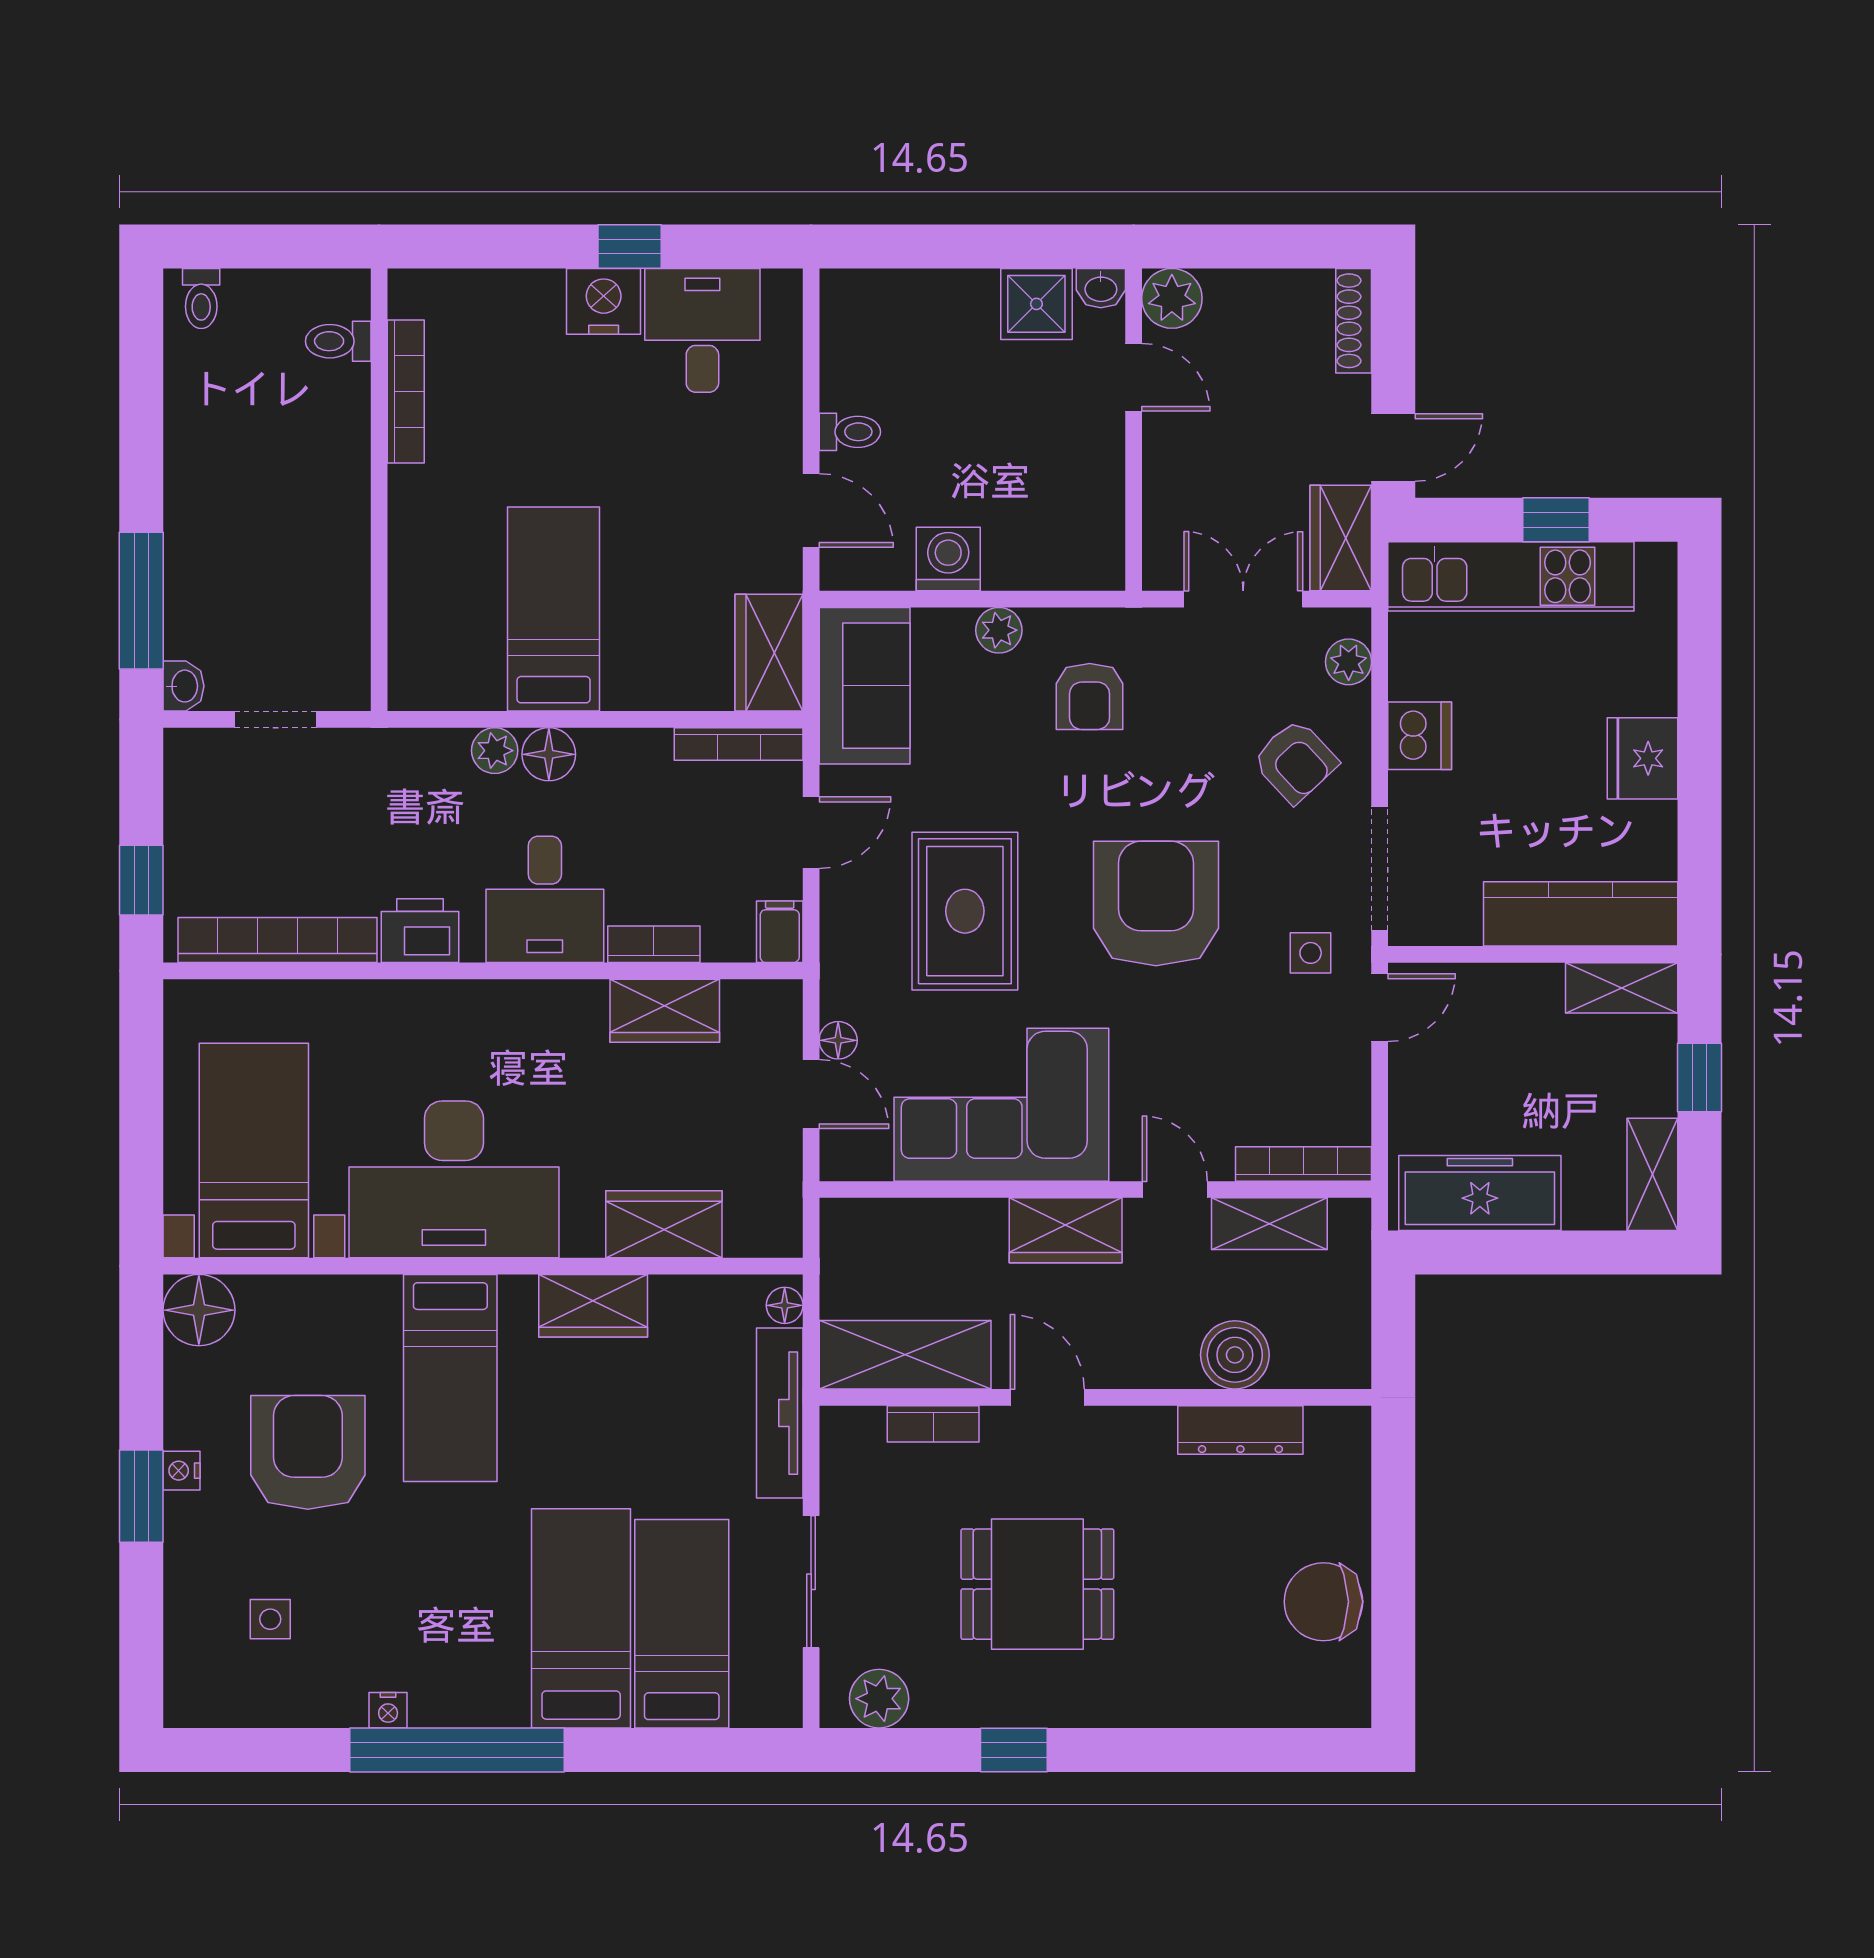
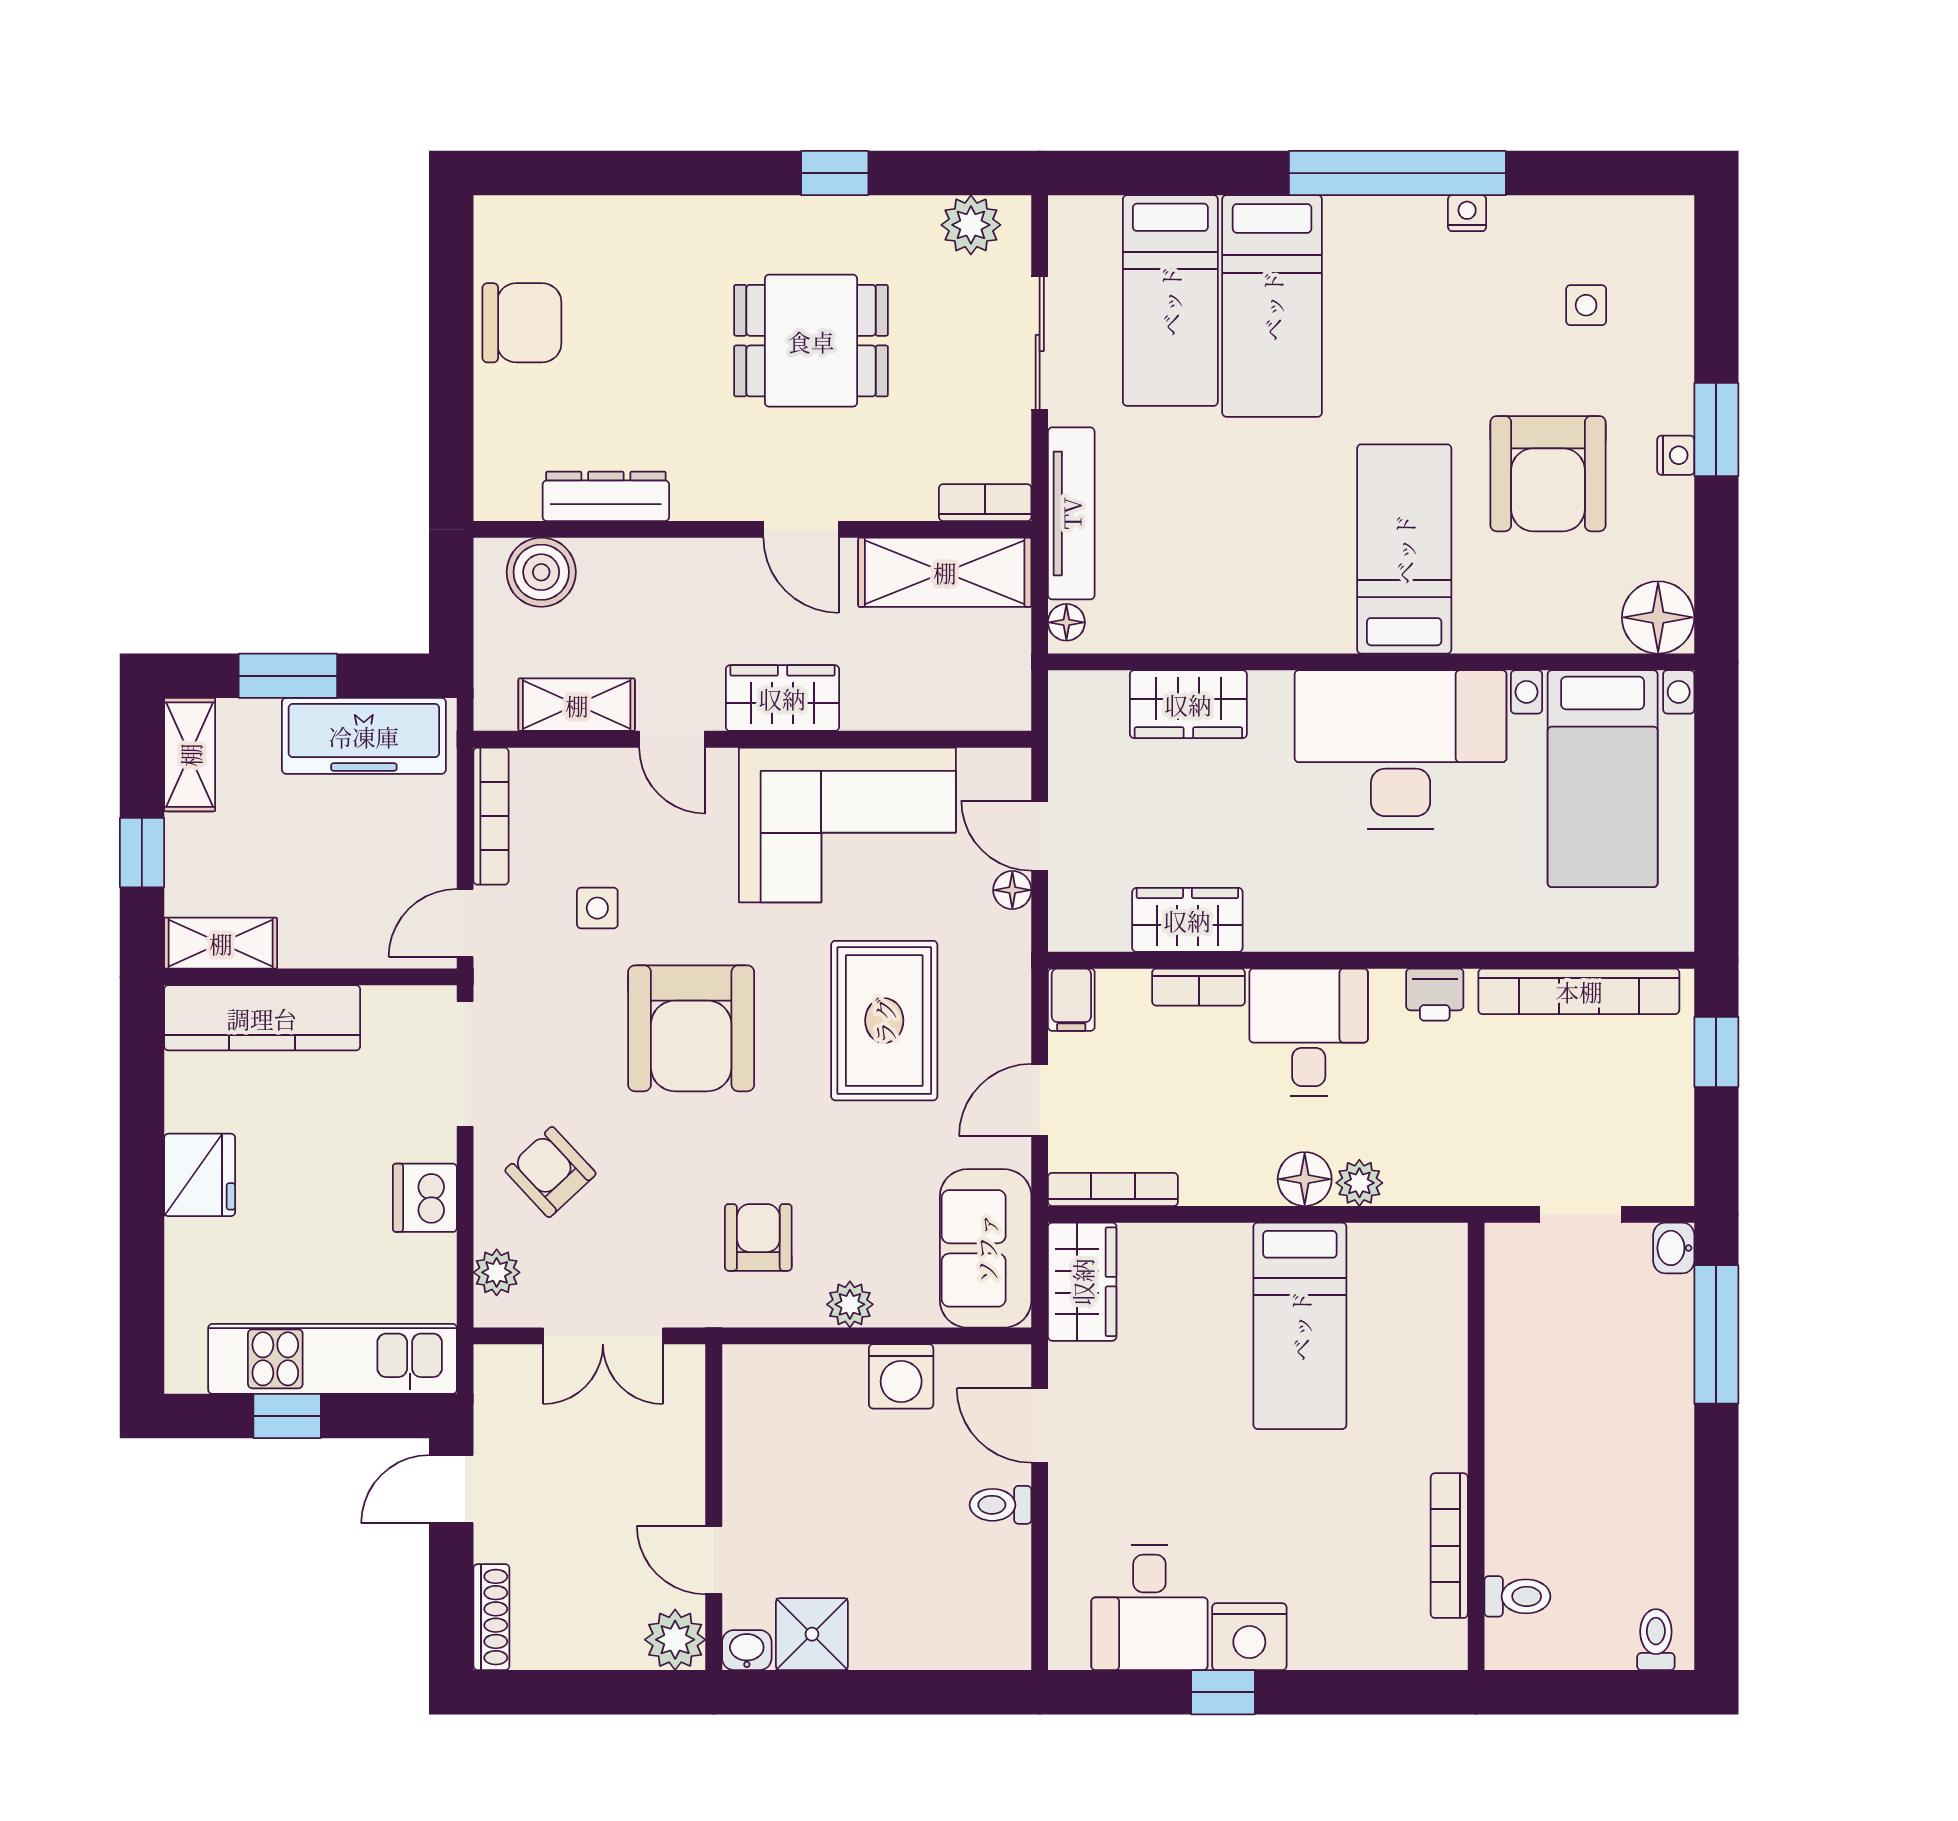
wardrobe: (1341, 538) -> (504, 1398), removed
printer: (420, 931) -> (1435, 995), width x0.73, depth x0.81
side table: (1311, 953) -> (597, 908), moved
bookcase: (1304, 1164) -> (491, 816), moved, turned -90
window: (1555, 1252) -> (288, 676), added
wardrobe: (593, 1306) -> (1260, 622), removed
boiler: (1235, 1355) -> (541, 572), moved
bookcase: (933, 1424) -> (985, 503), moved

